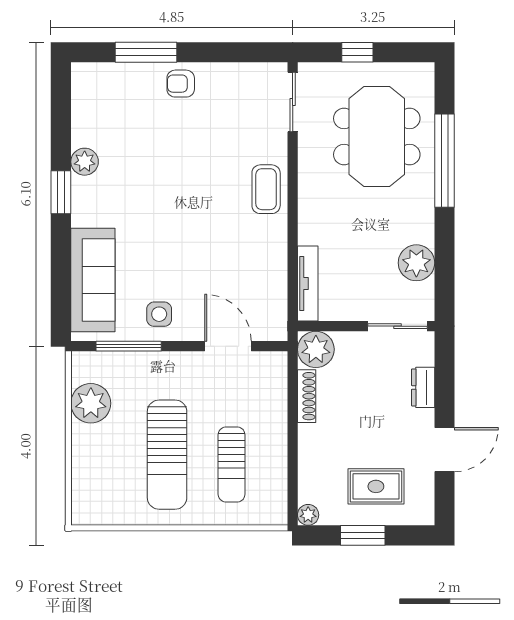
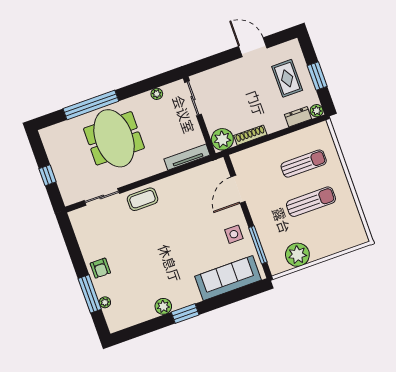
plant: (124, 72) -> (105, 302), added
sliding door: (293, 102) -> (102, 197), moved
meeting table: (377, 136) -> (114, 138), moved, turned 90
plant: (416, 263) -> (157, 94), width x0.53, depth x0.53
dresser: (423, 387) -> (298, 117), moved, turned 180
sun lounger: (167, 455) -> (311, 202), width x0.73, depth x0.75

